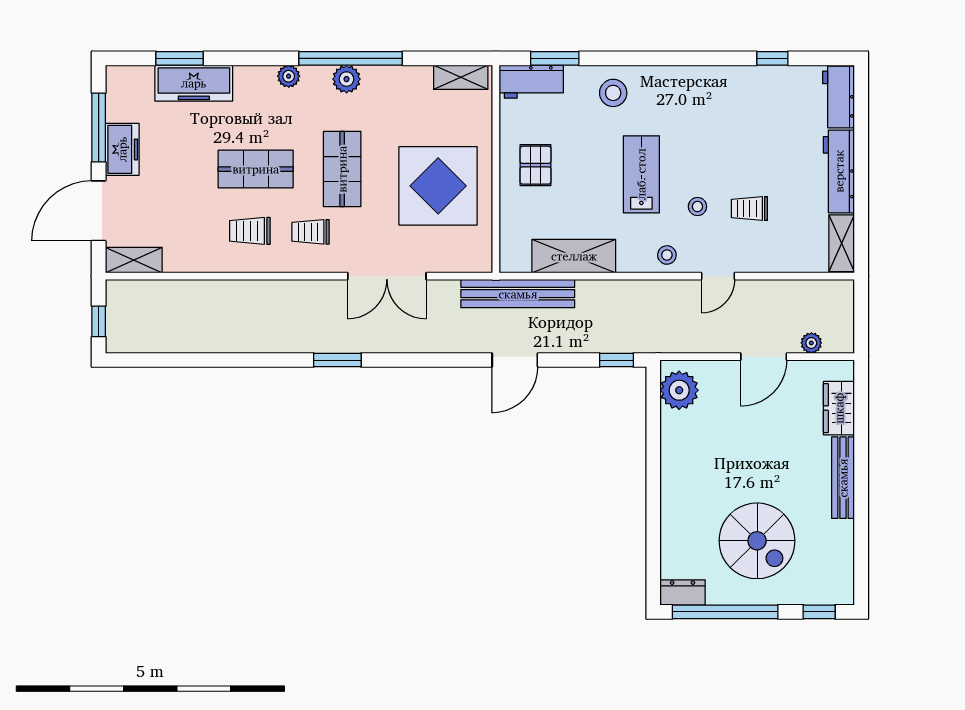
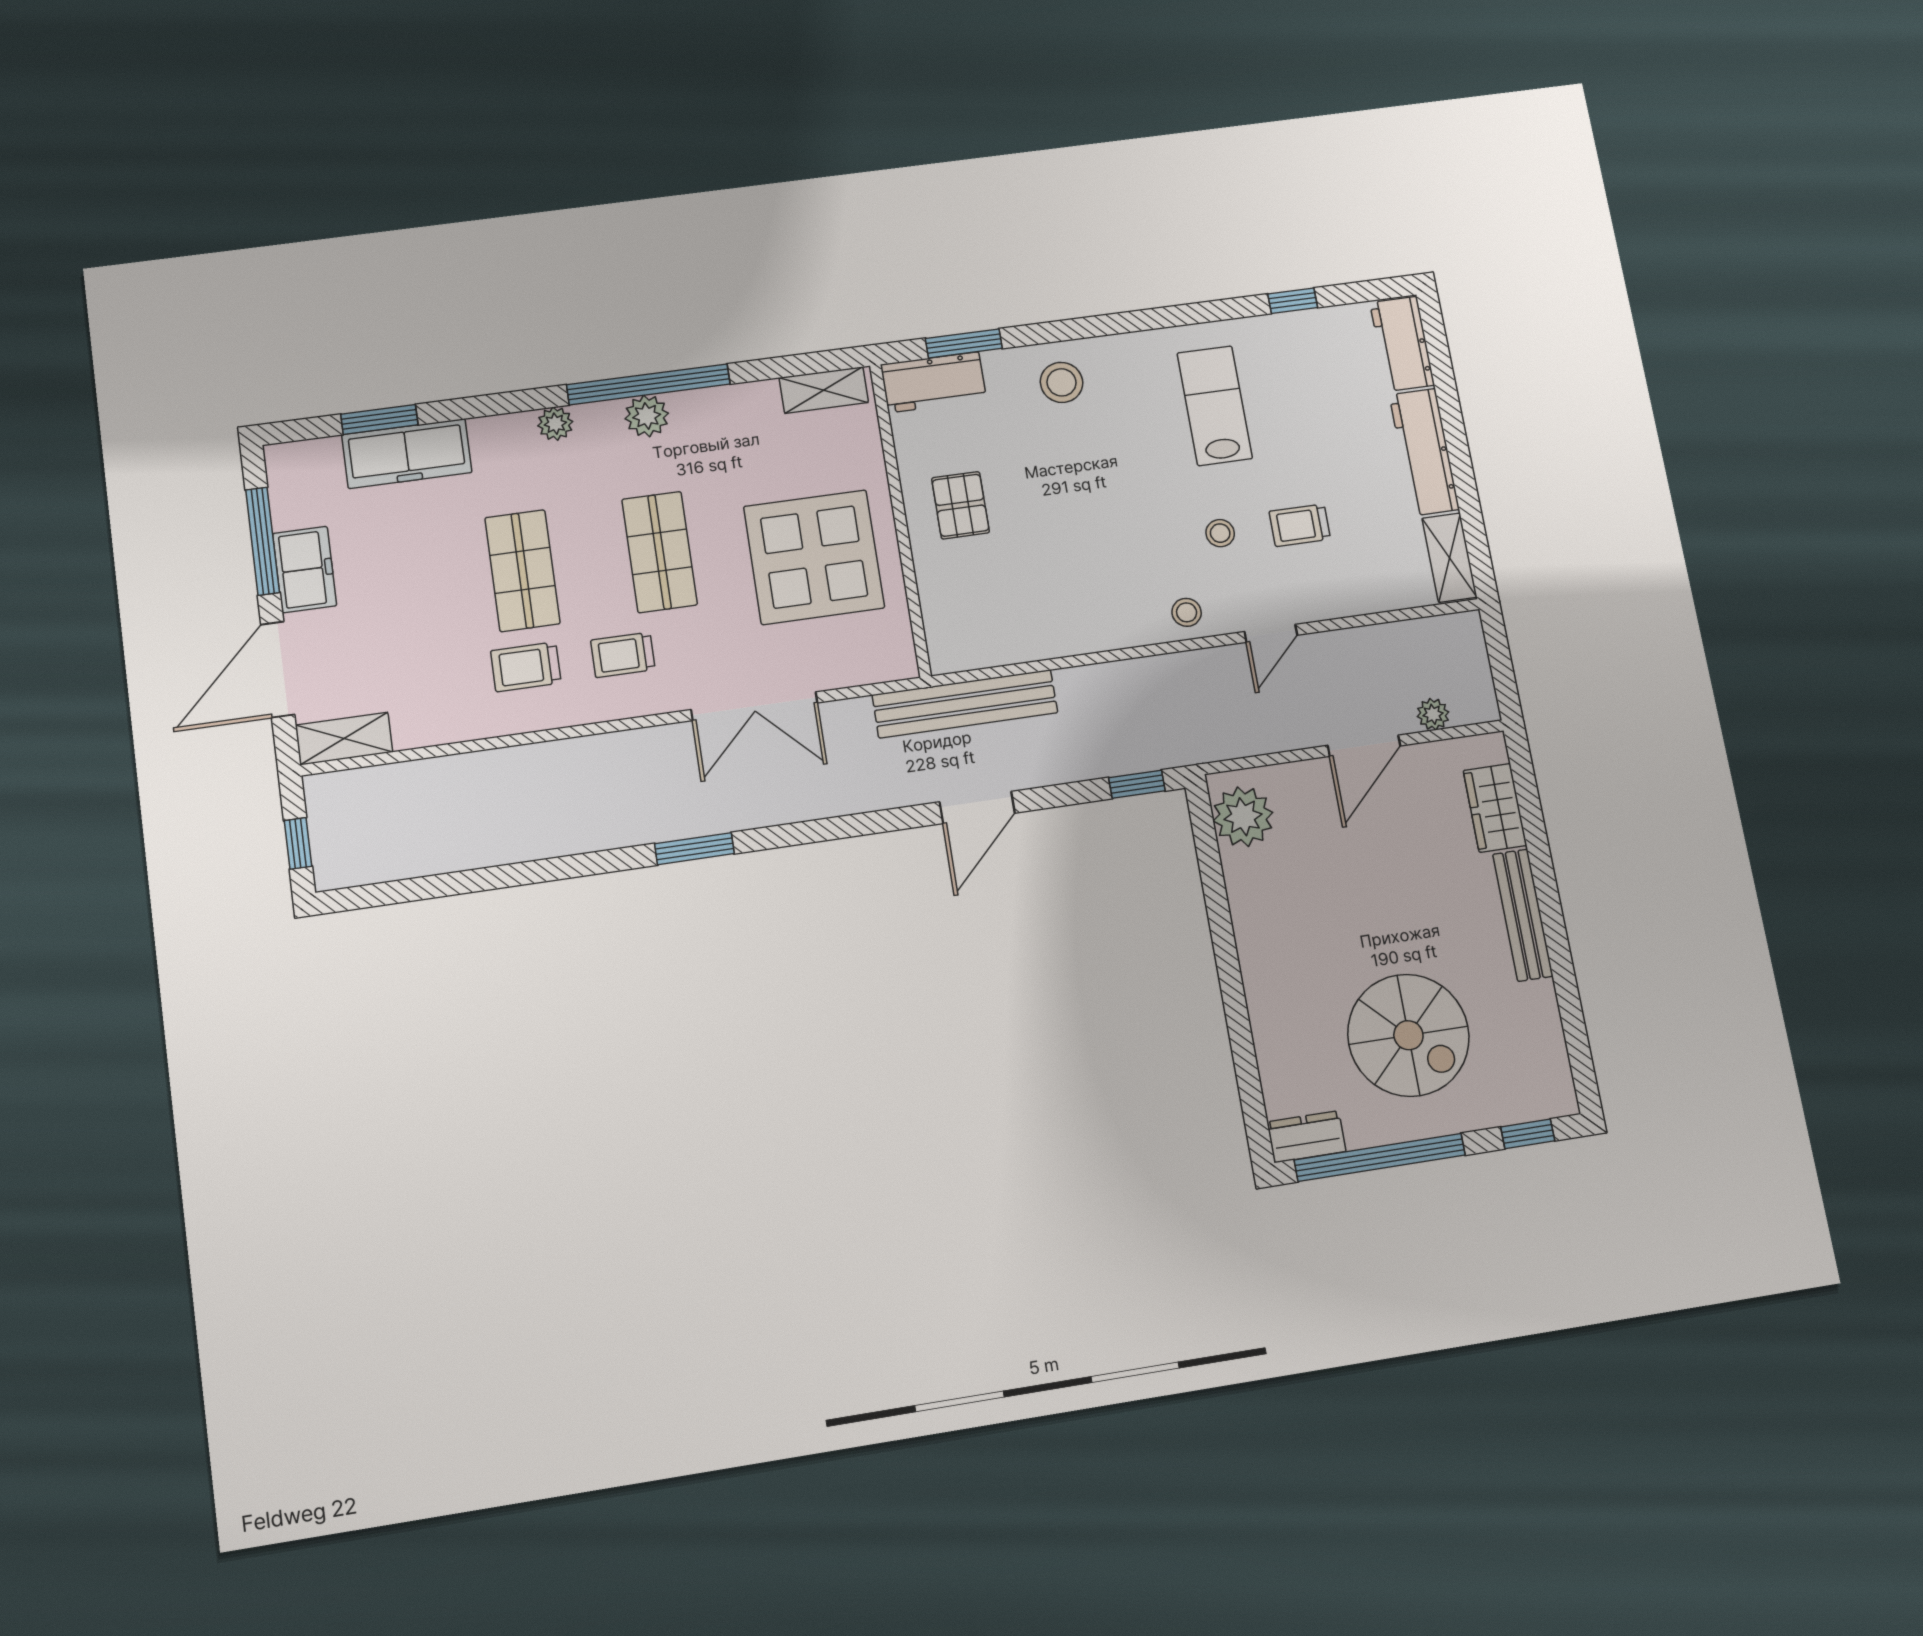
shop shelf: (256, 169) -> (522, 571), turned 90
lab bench: (641, 174) -> (1215, 406), moved
shelving: (574, 256) -> (1043, 634), removed

